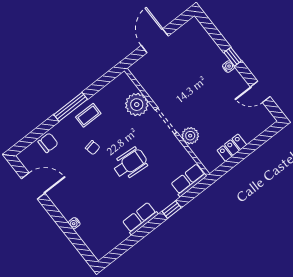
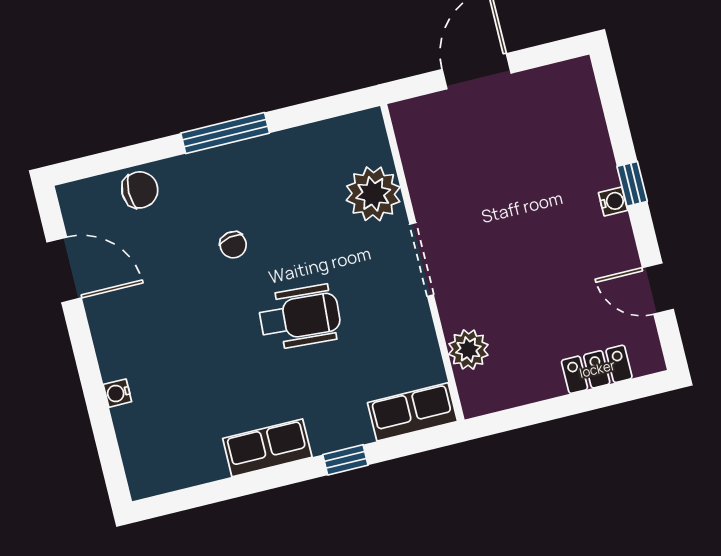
coffee table: (88, 115) -> (256, 170), removed
plant: (190, 136) -> (468, 349), moved
locker: (232, 148) -> (597, 369), moved

